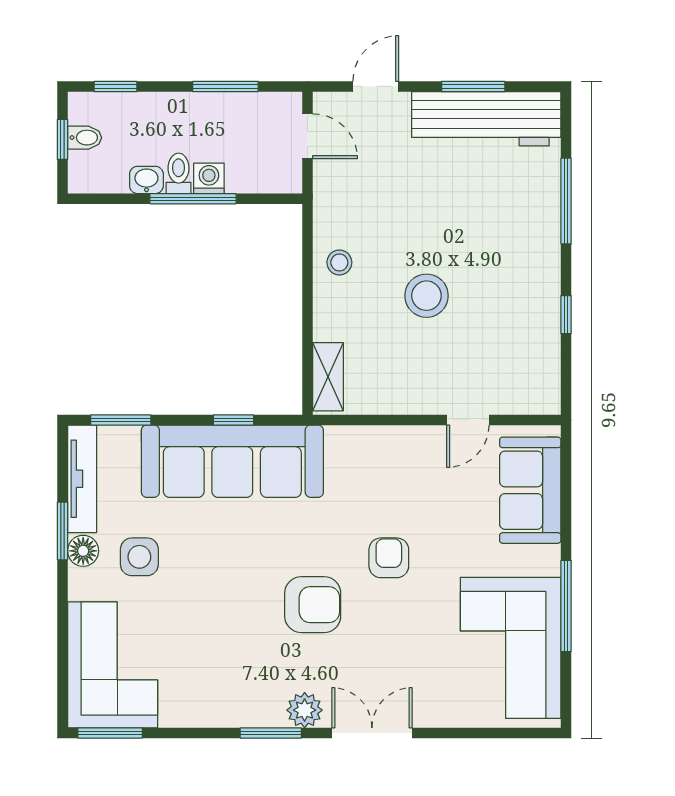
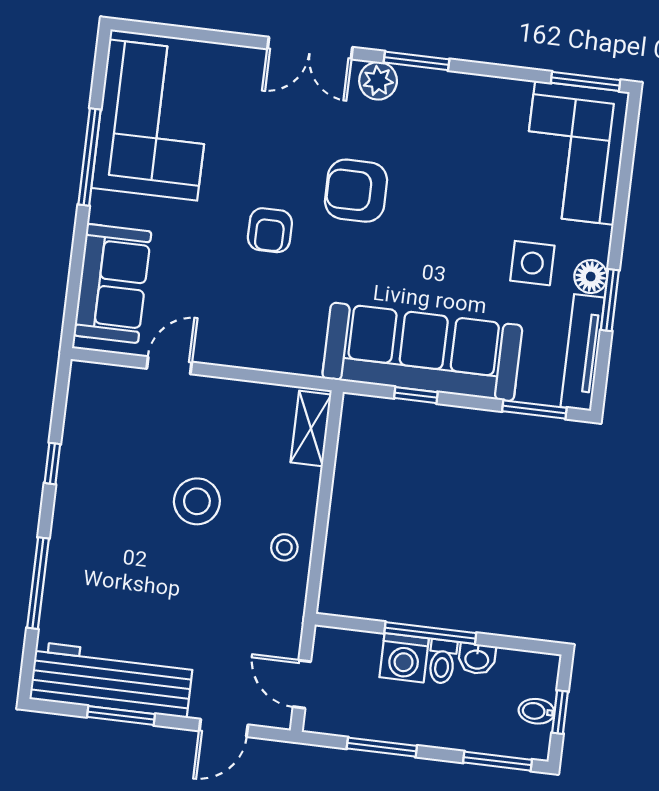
window: (116, 86) -> (497, 761), width x1.50
washing machine: (209, 178) -> (404, 658), width x1.38, depth x1.38

